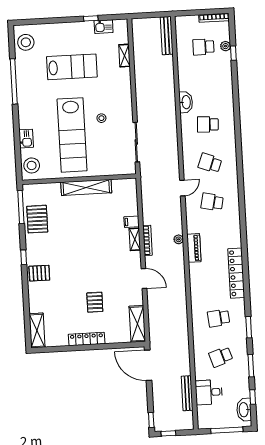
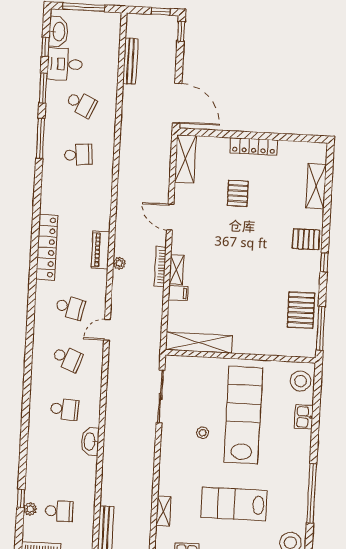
shelving: (86, 187) -> (199, 343), moved
locker: (236, 273) -> (47, 247), moved
window: (249, 327) -> (40, 138), width x1.44
shelving: (37, 330) -> (316, 186), moved
school desk: (221, 357) -> (81, 104), turned 42
desk: (209, 392) -> (65, 64), moved, turned 180

